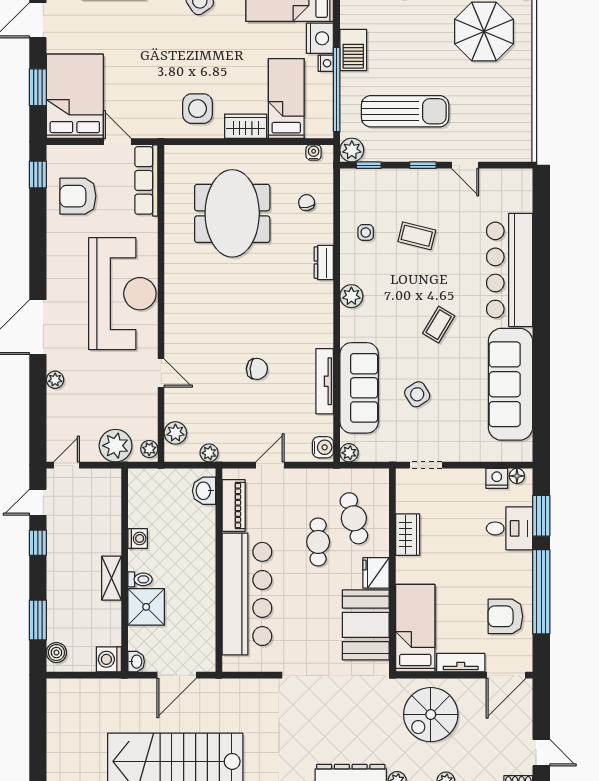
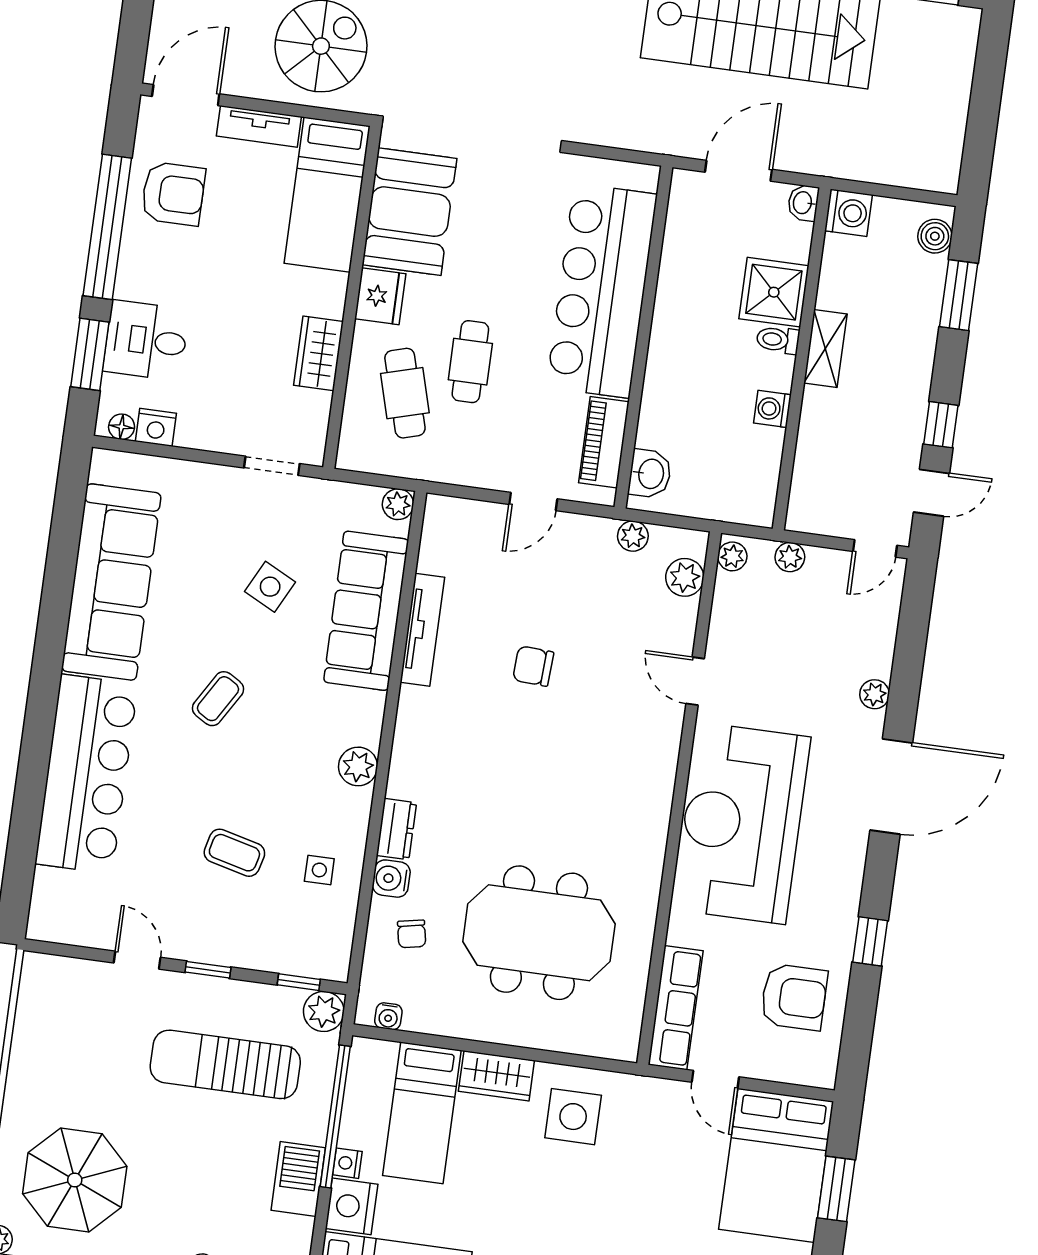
window: (38, 175) -> (870, 941), moved
meeting table: (232, 213) -> (539, 933), turned 90
side table: (417, 394) -> (270, 587), turned -31
plant: (116, 446) -> (790, 557), width x0.53, depth x0.53
water cooler: (323, 447) -> (391, 879), moved

